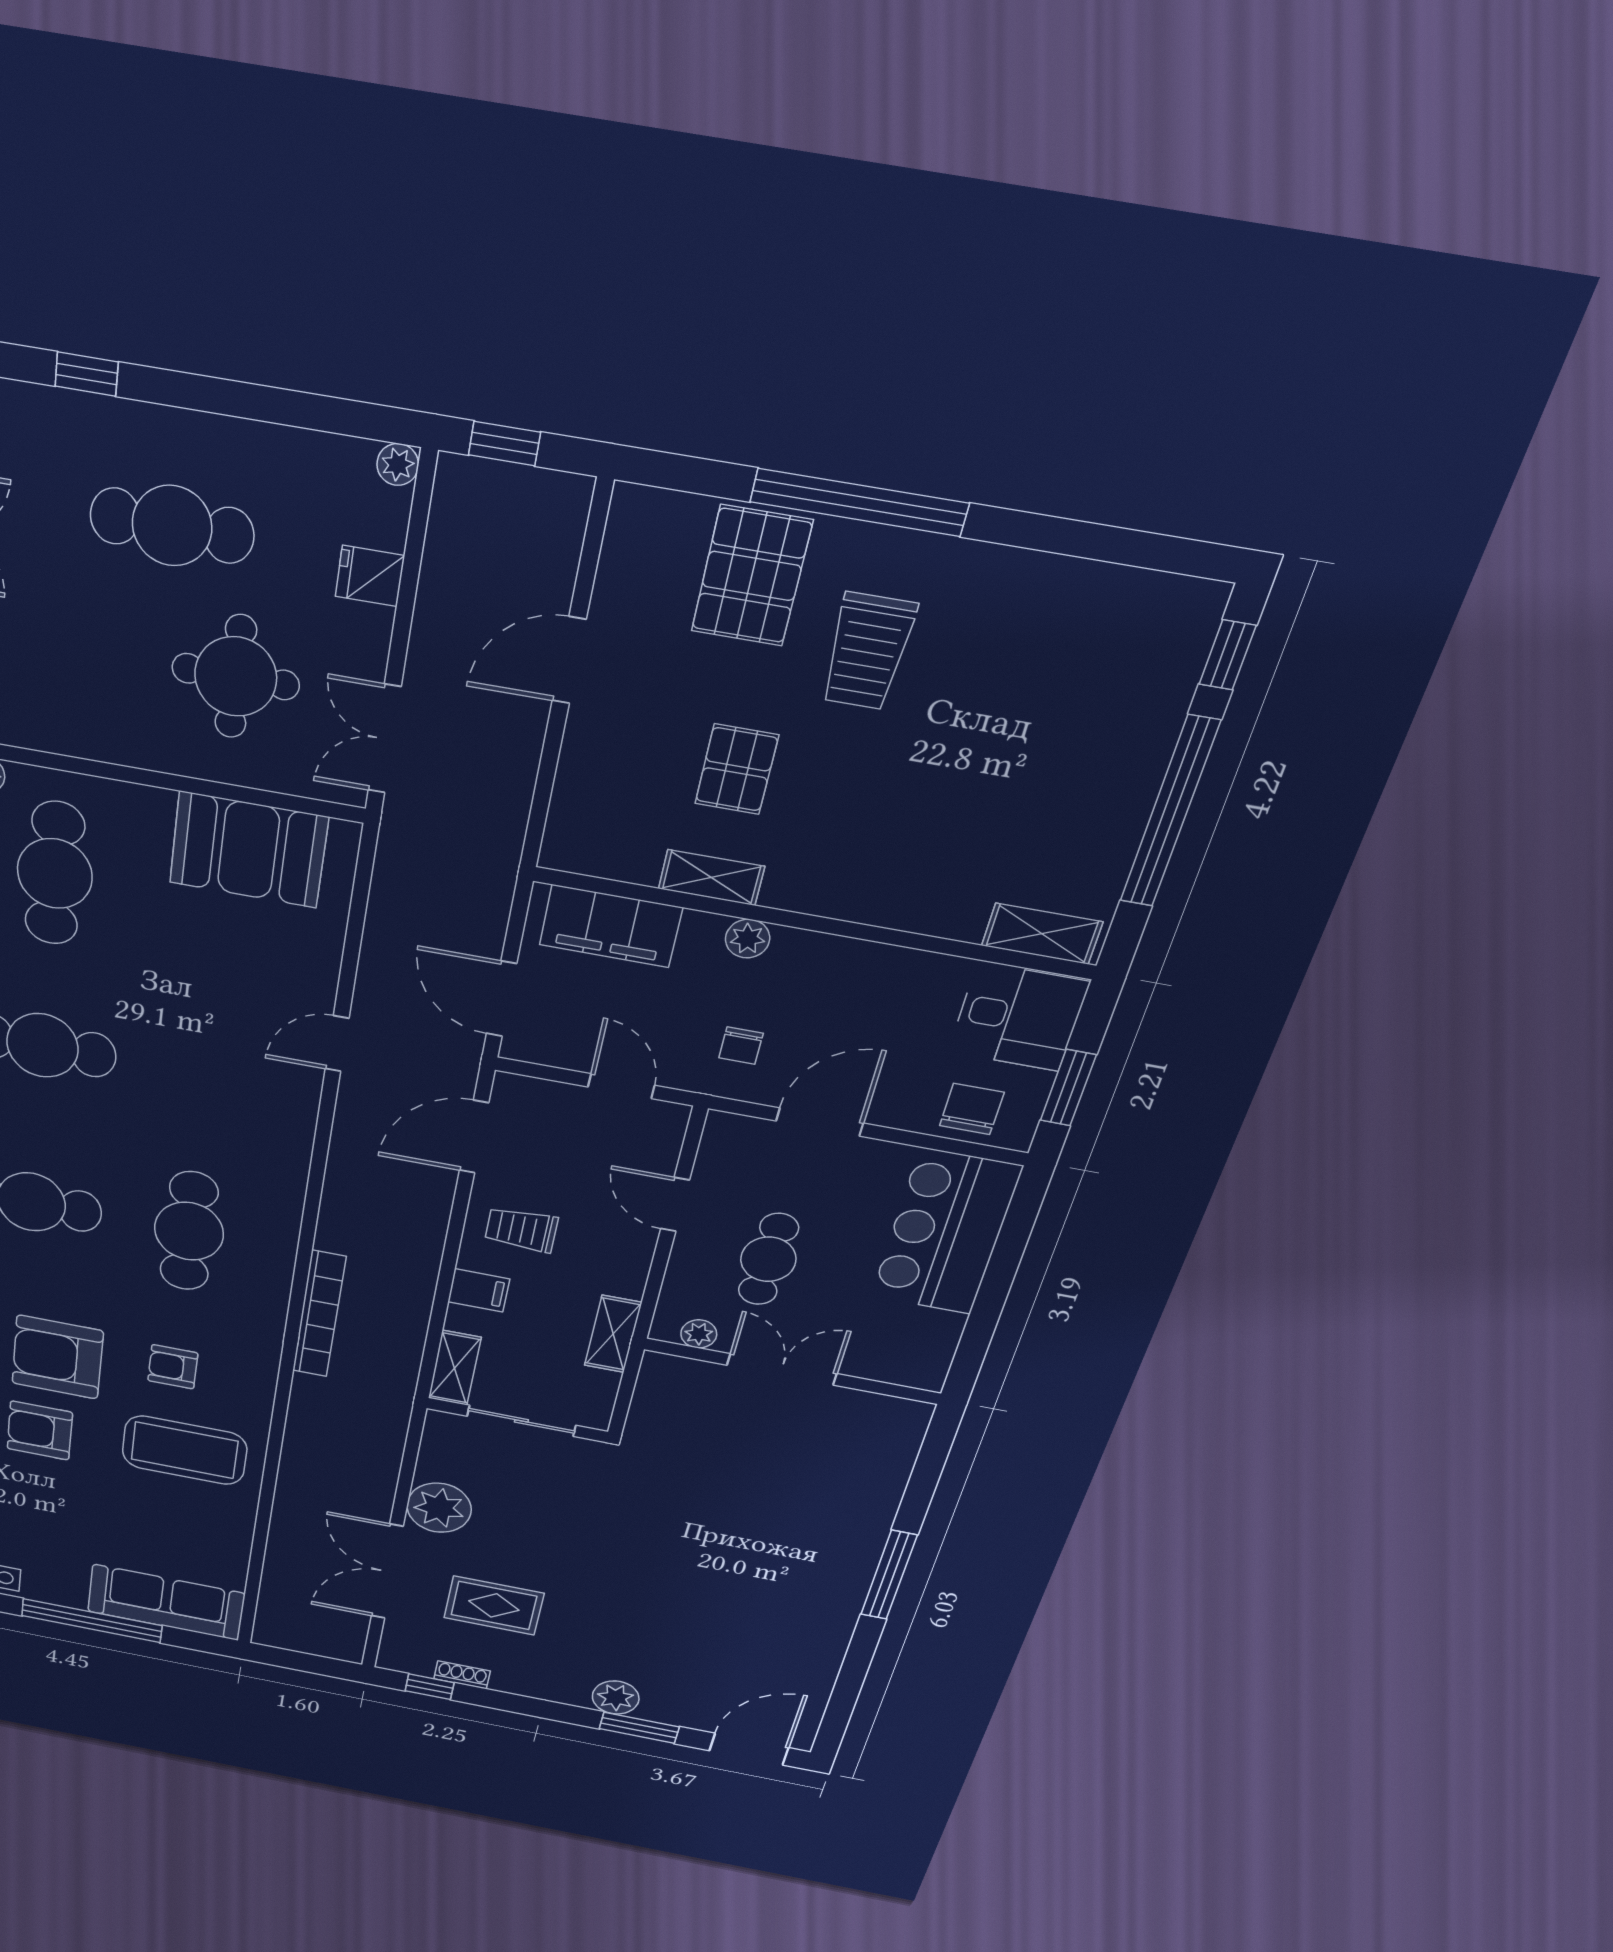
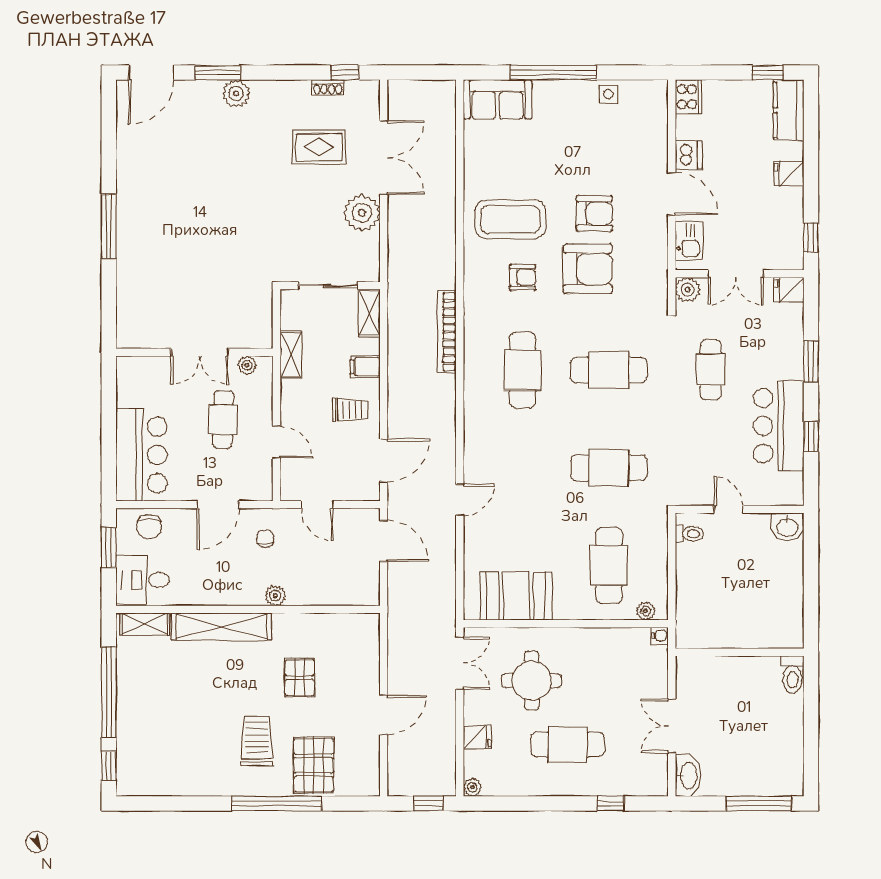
shelving: (711, 878) -> (221, 627), moved, width x2.20, depth x1.33
filing cabinet: (611, 926) -> (340, 590), removed
sofa: (166, 1602) -> (497, 99), width x0.73

